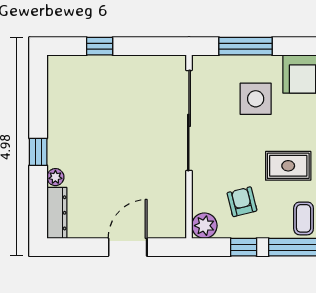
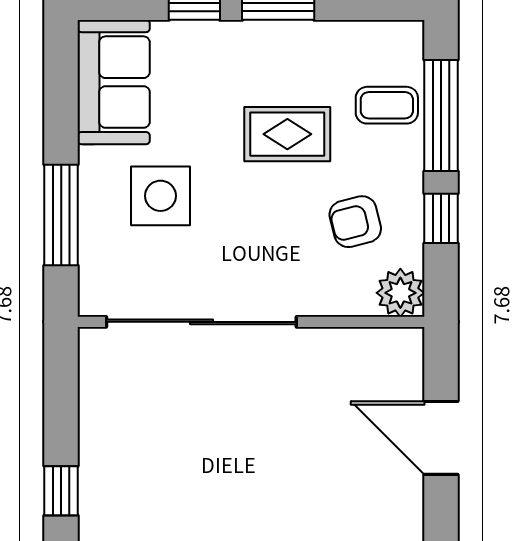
rug: (288, 166) -> (287, 134), turned 90

